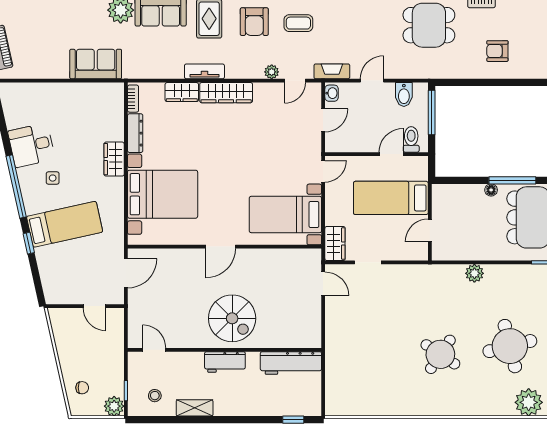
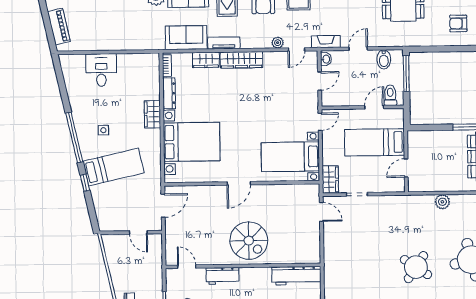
sofa: (96, 64) -> (186, 38), moved
desk: (32, 145) -> (101, 70), moved, turned 102
floor lamp: (491, 190) -> (455, 135), removed
workbench: (225, 362) -> (222, 276), moved

